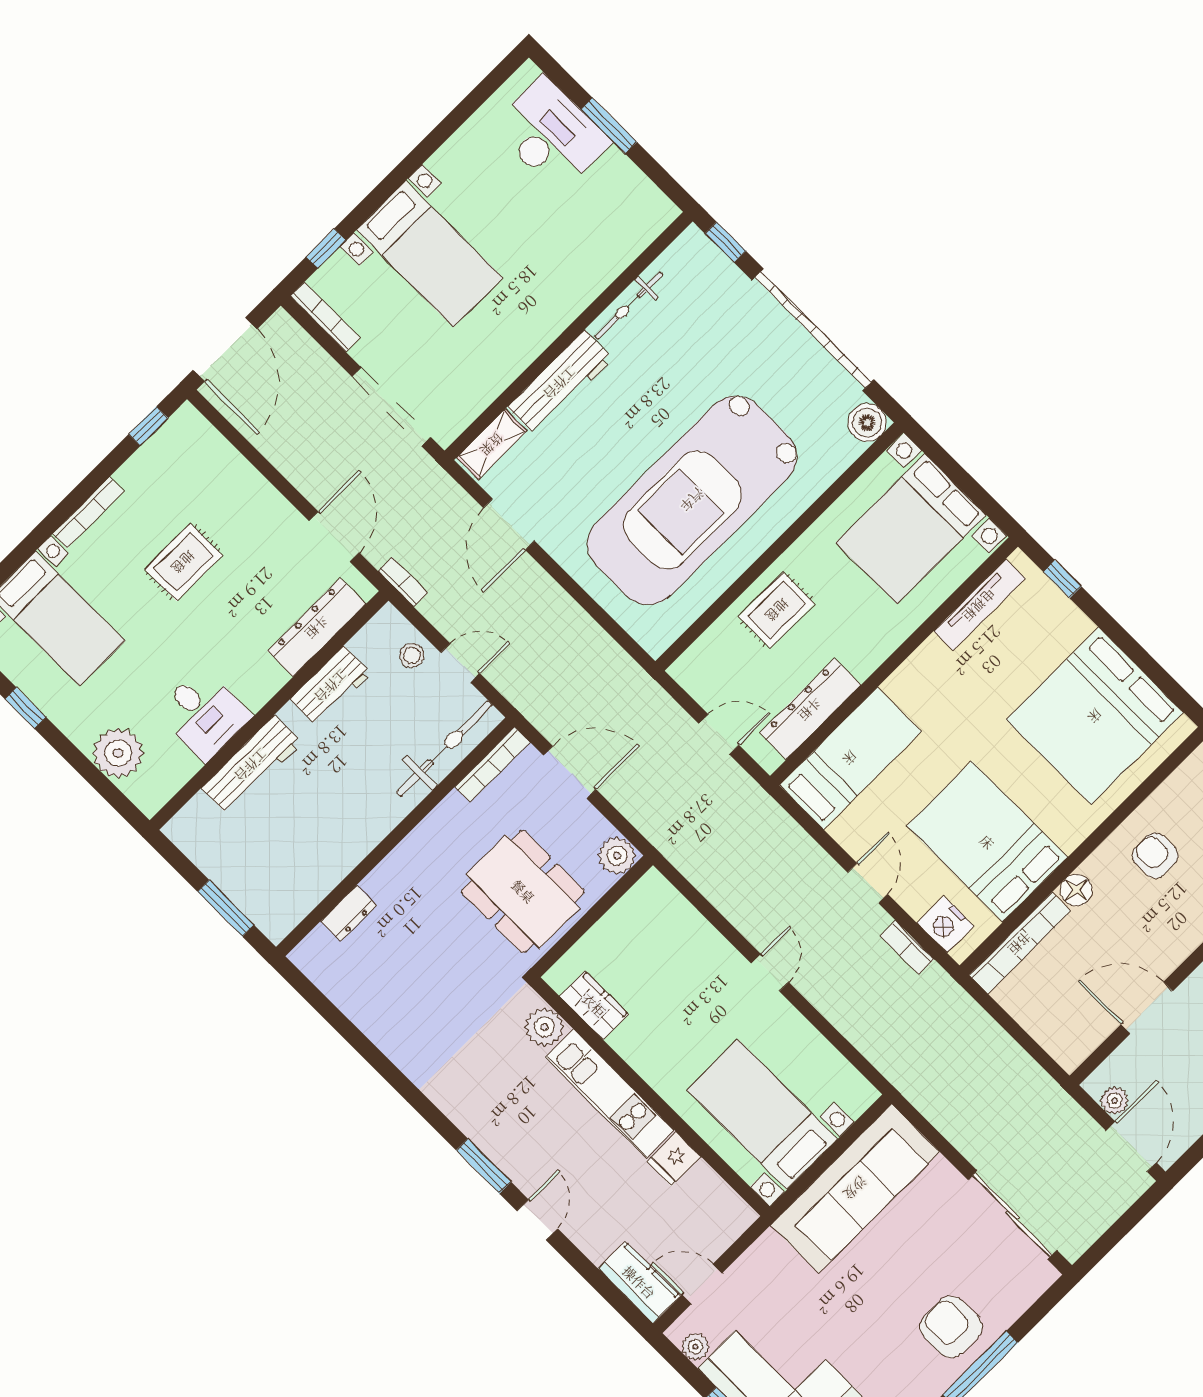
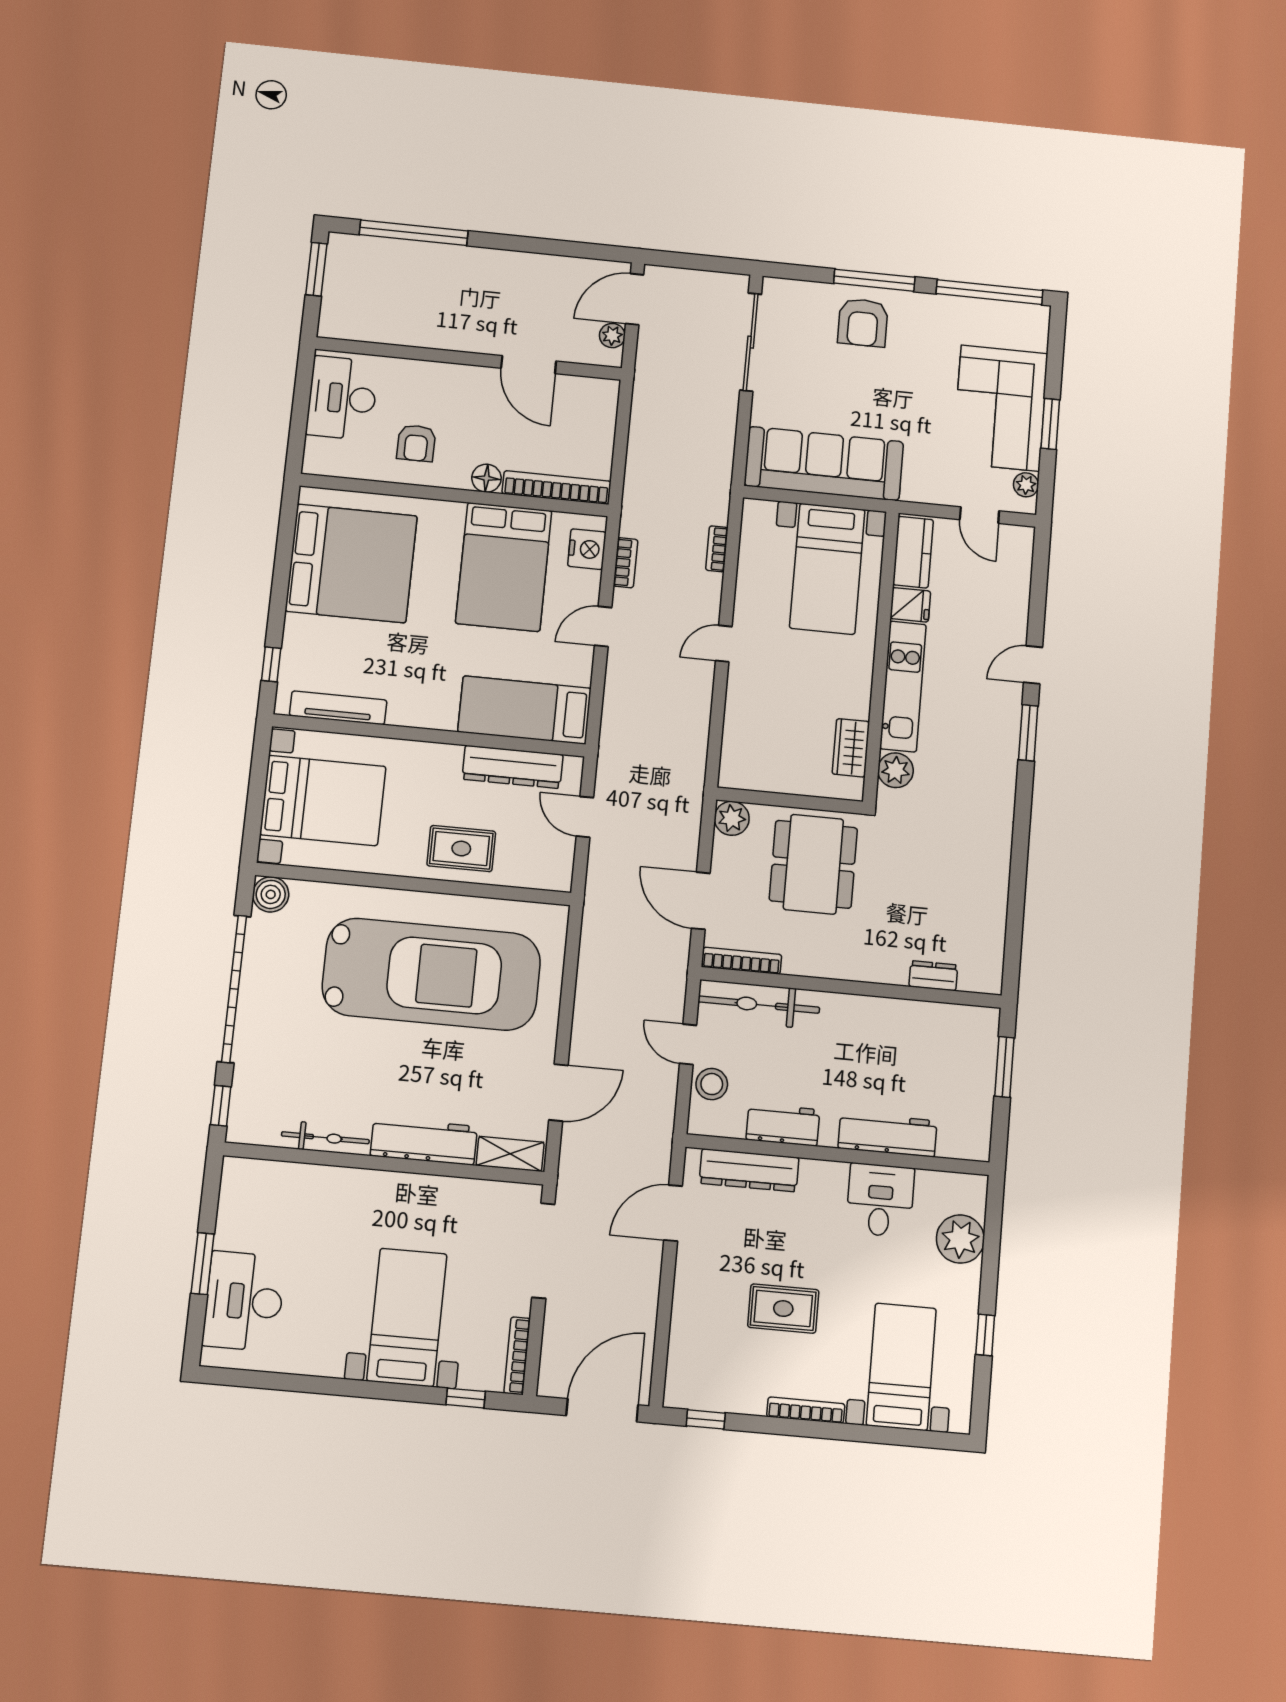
bookcase: (403, 582) -> (717, 549), moved
stool: (412, 655) -> (712, 1084), width x1.37, depth x1.37
kitchen counter: (639, 1282) -> (913, 552), moved, turned 180

